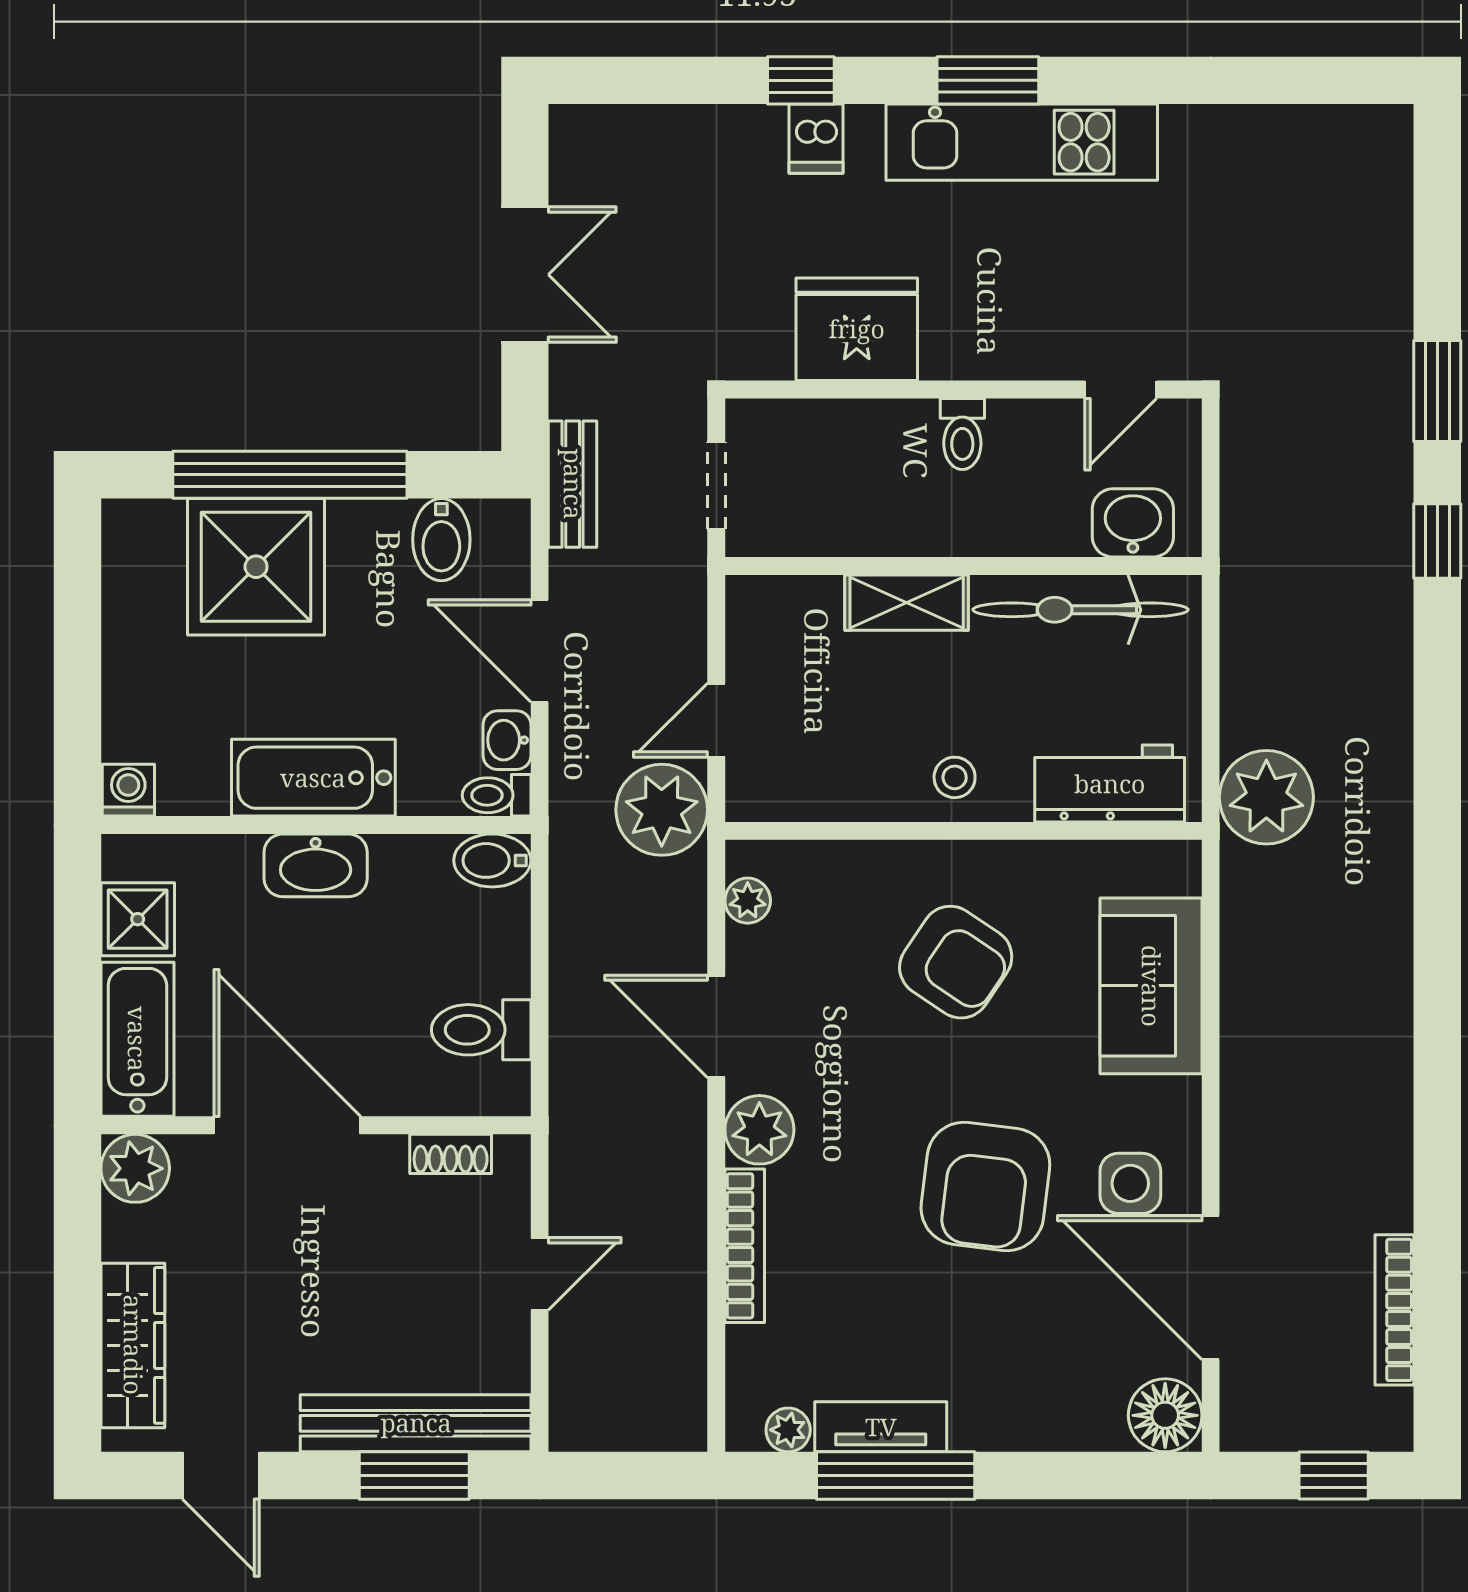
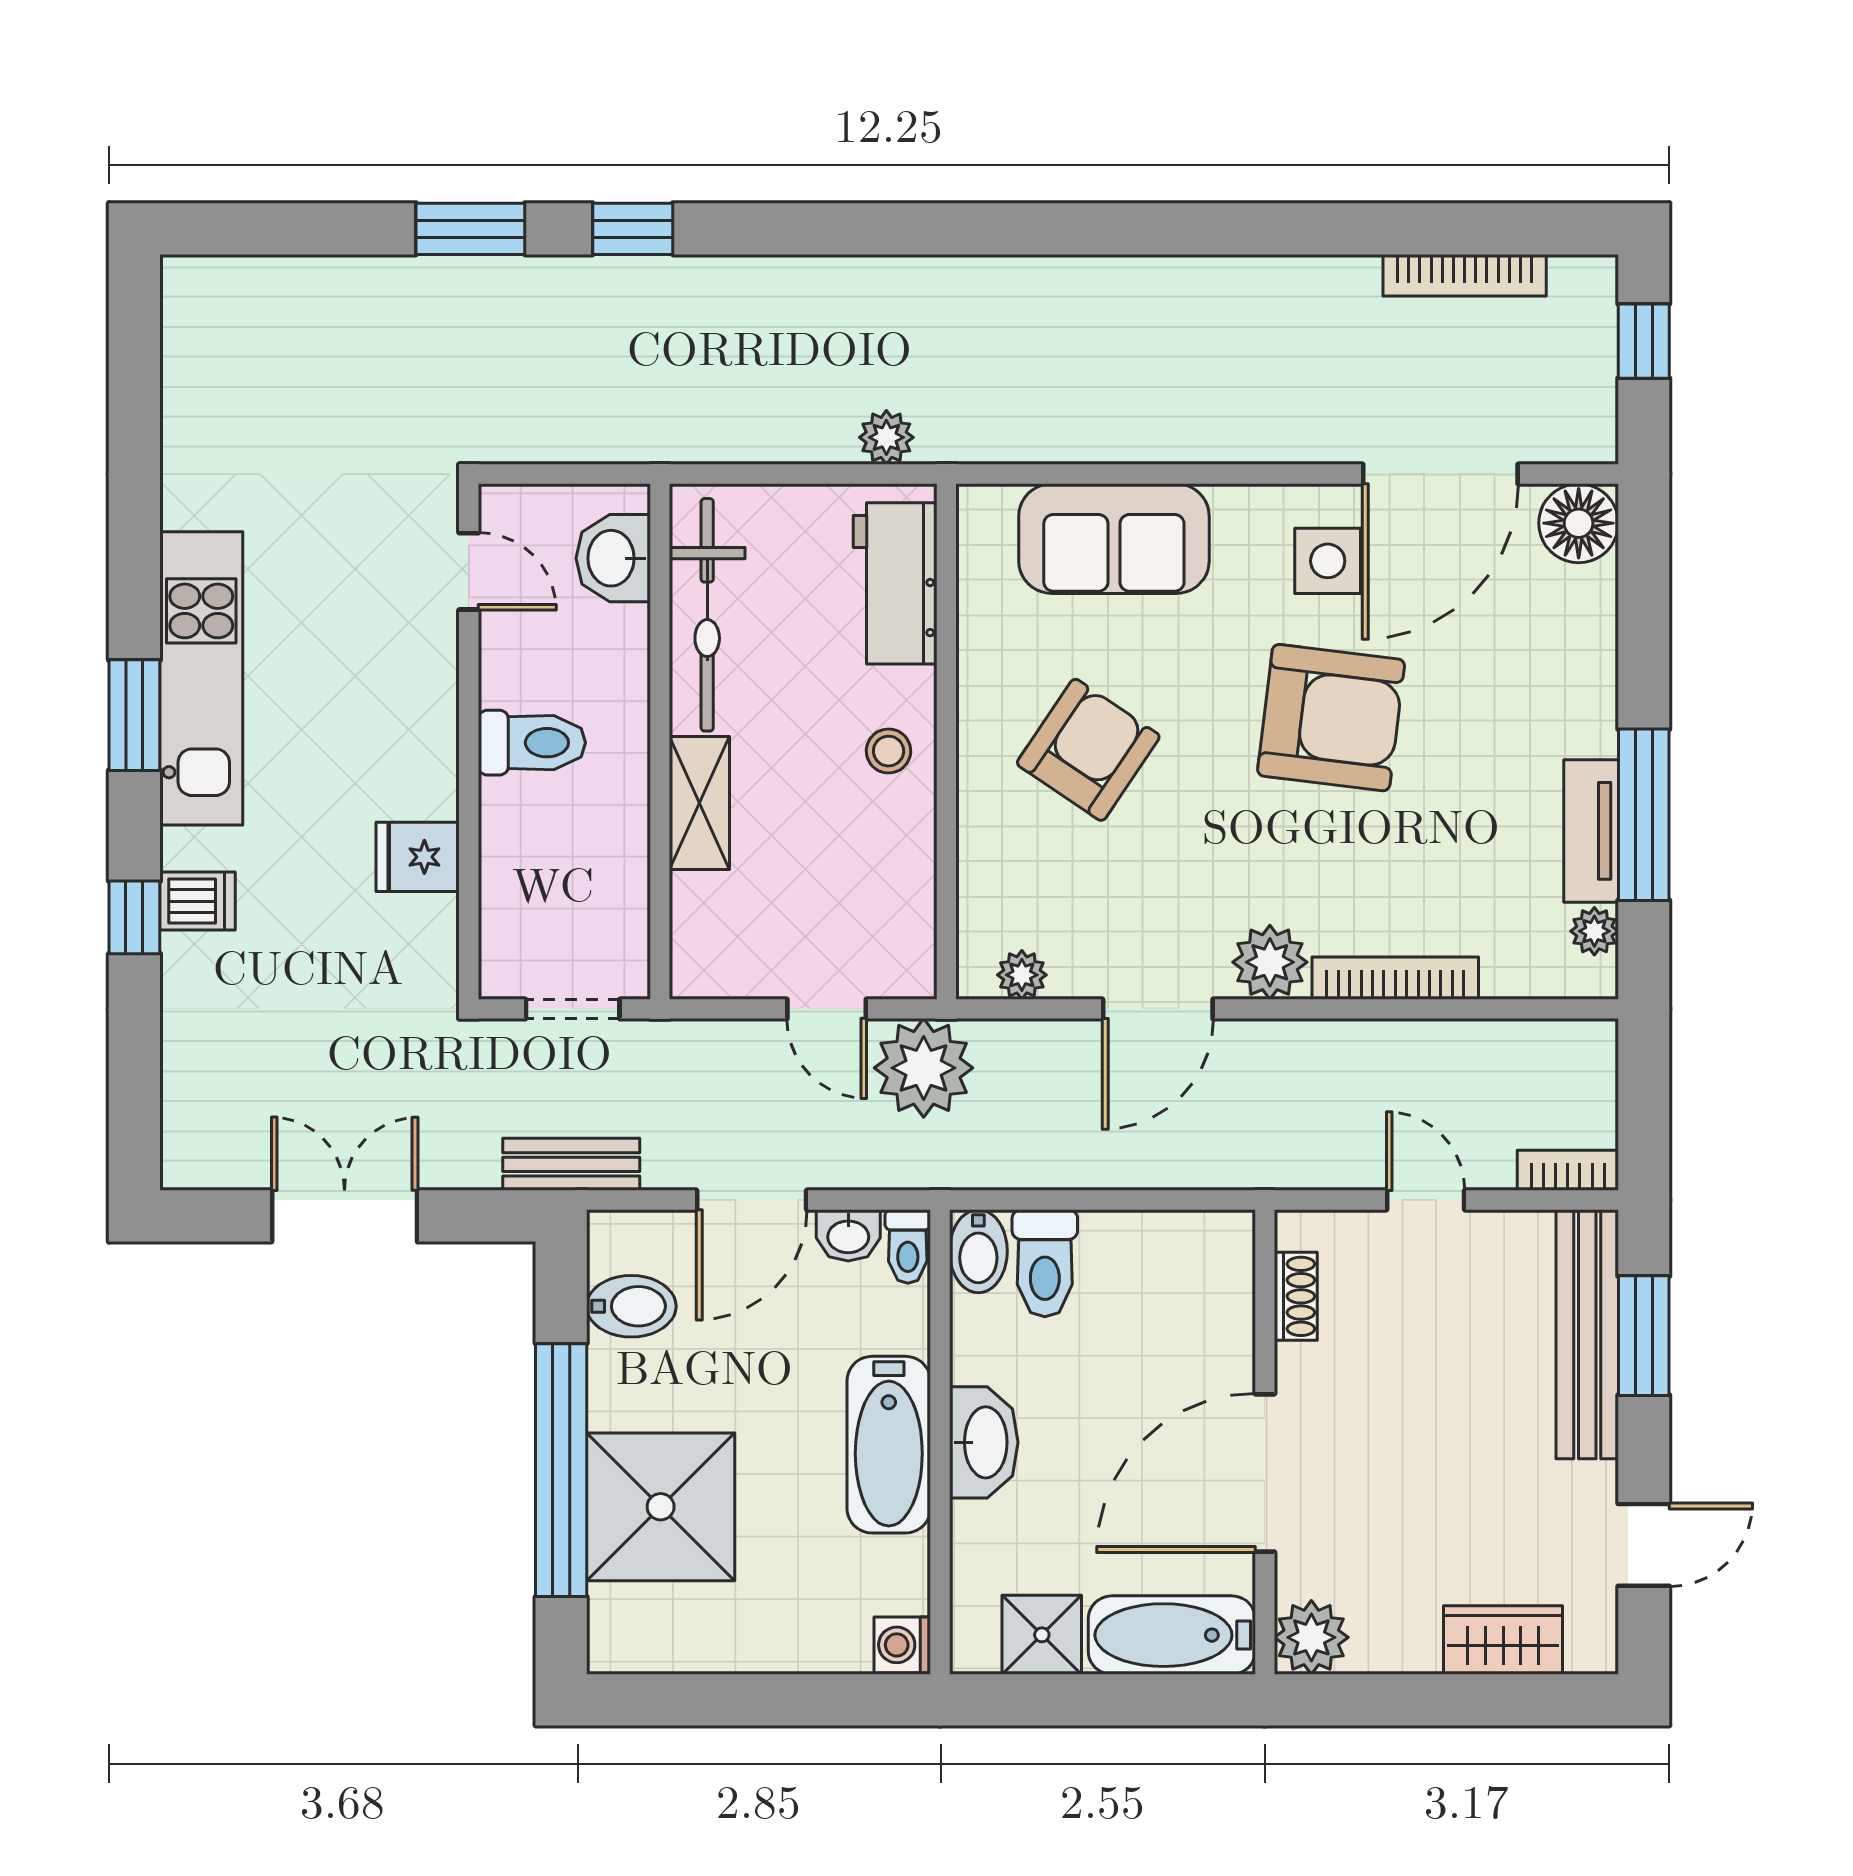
fridge: (857, 329) -> (418, 857), width x0.53, depth x0.75
toilet: (962, 434) -> (532, 743), width x1.37, depth x1.39
plant: (1266, 797) -> (886, 437), width x0.53, depth x0.53
toilet: (481, 1030) -> (1045, 1263), moved
wardrobe: (133, 1345) -> (1503, 1640), width x0.67
bookcase: (567, 1405) -> (1568, 1170), added

